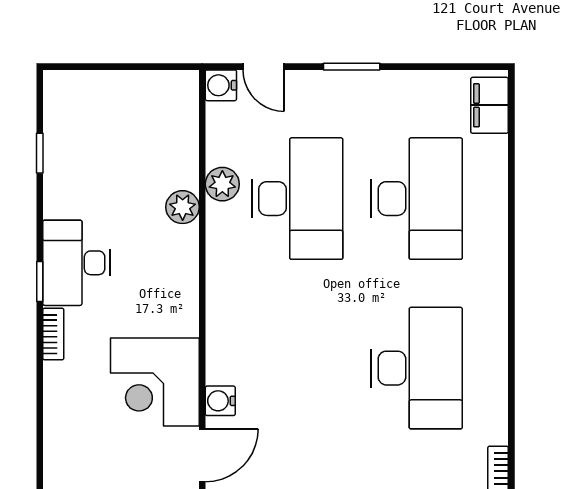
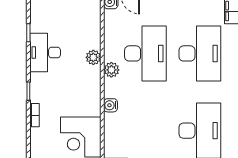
plant: (222, 184) -> (111, 70), moved
desk: (76, 263) -> (45, 53), moved
water cooler: (220, 401) -> (111, 105), moved

